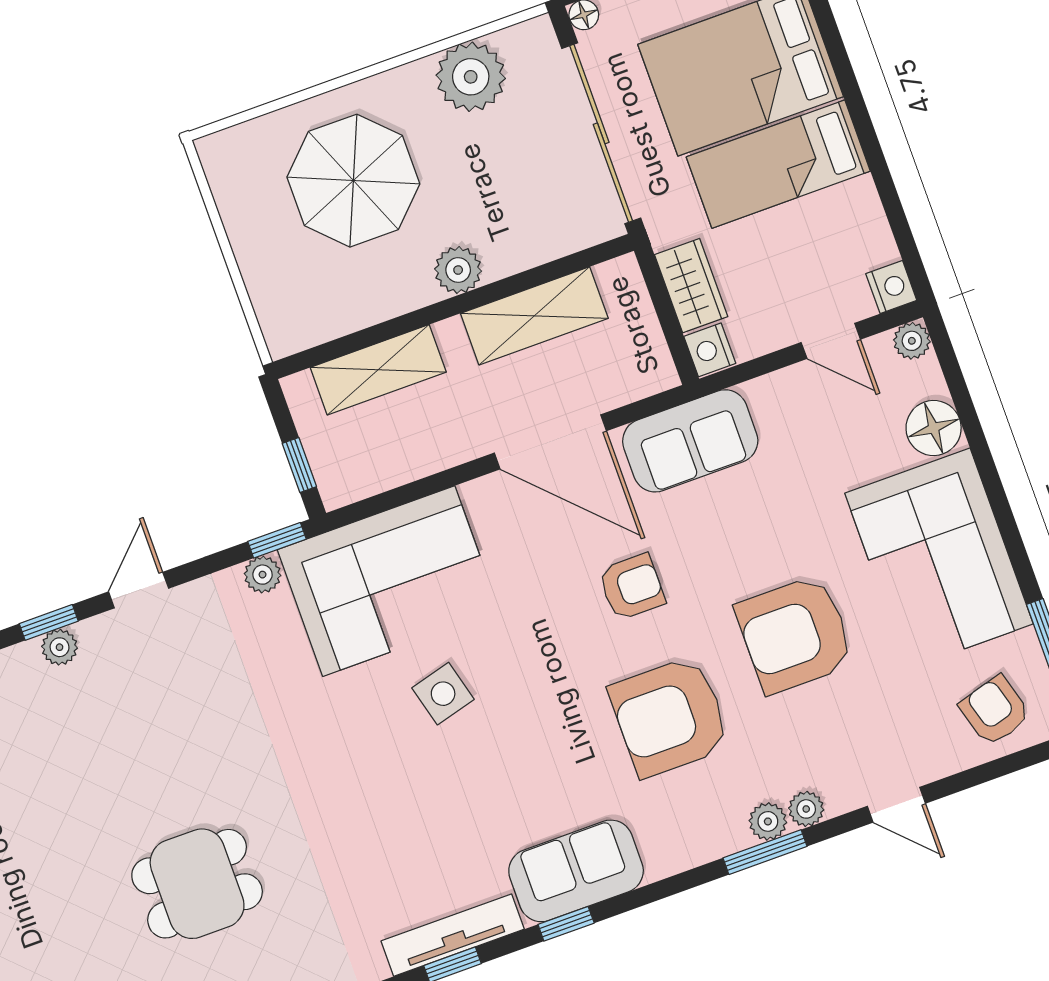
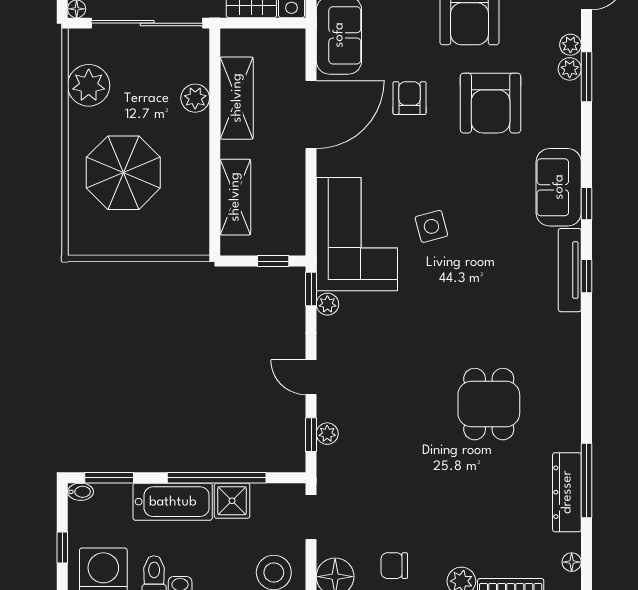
plant: (458, 270) -> (195, 98), moved

